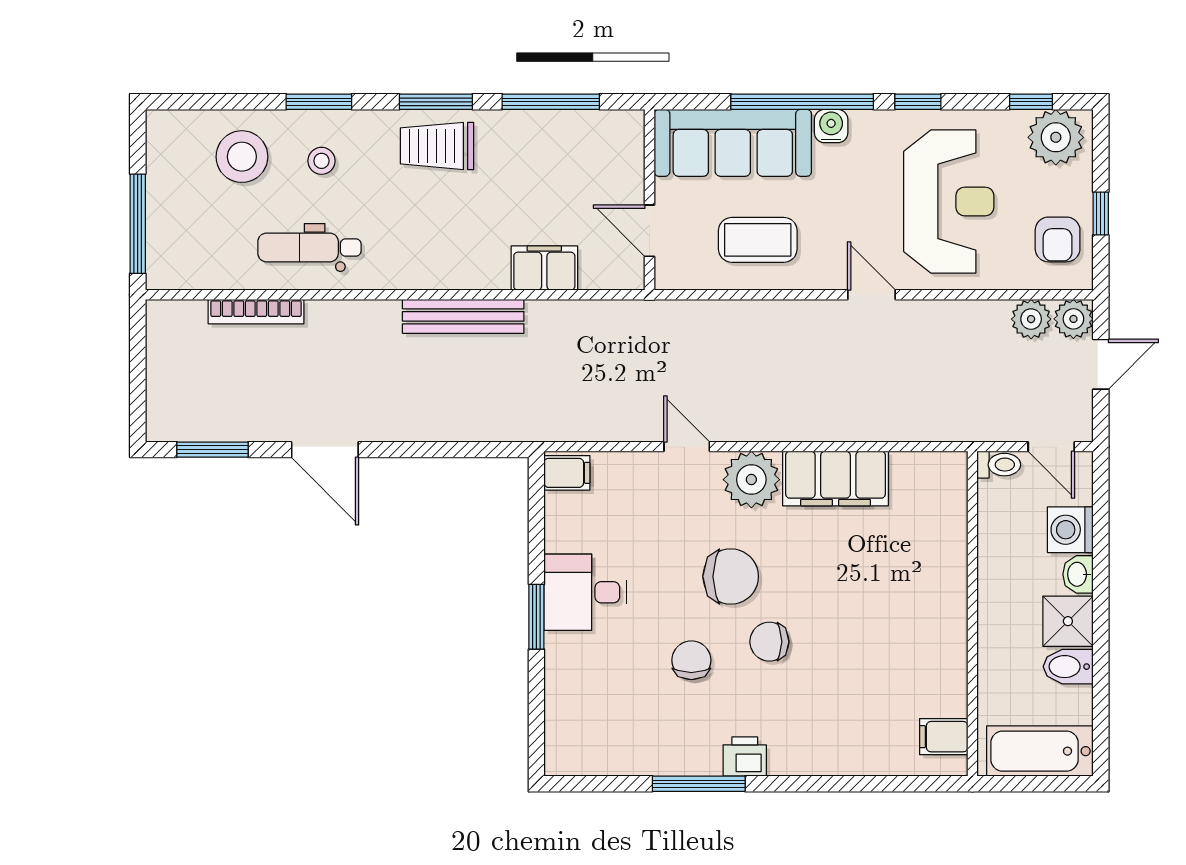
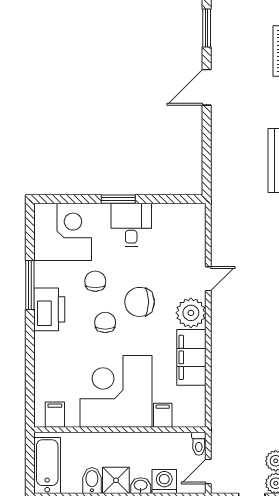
filing cabinet: (567, 473) -> (163, 415), moved, turned 180
chair: (731, 576) -> (140, 302), turned 90
corner desk: (900, 621) -> (116, 391), added
chair: (691, 660) -> (95, 281), turned -90
corner desk: (598, 722) -> (63, 232), added
printer: (745, 757) -> (49, 309), width x1.87, depth x1.48

